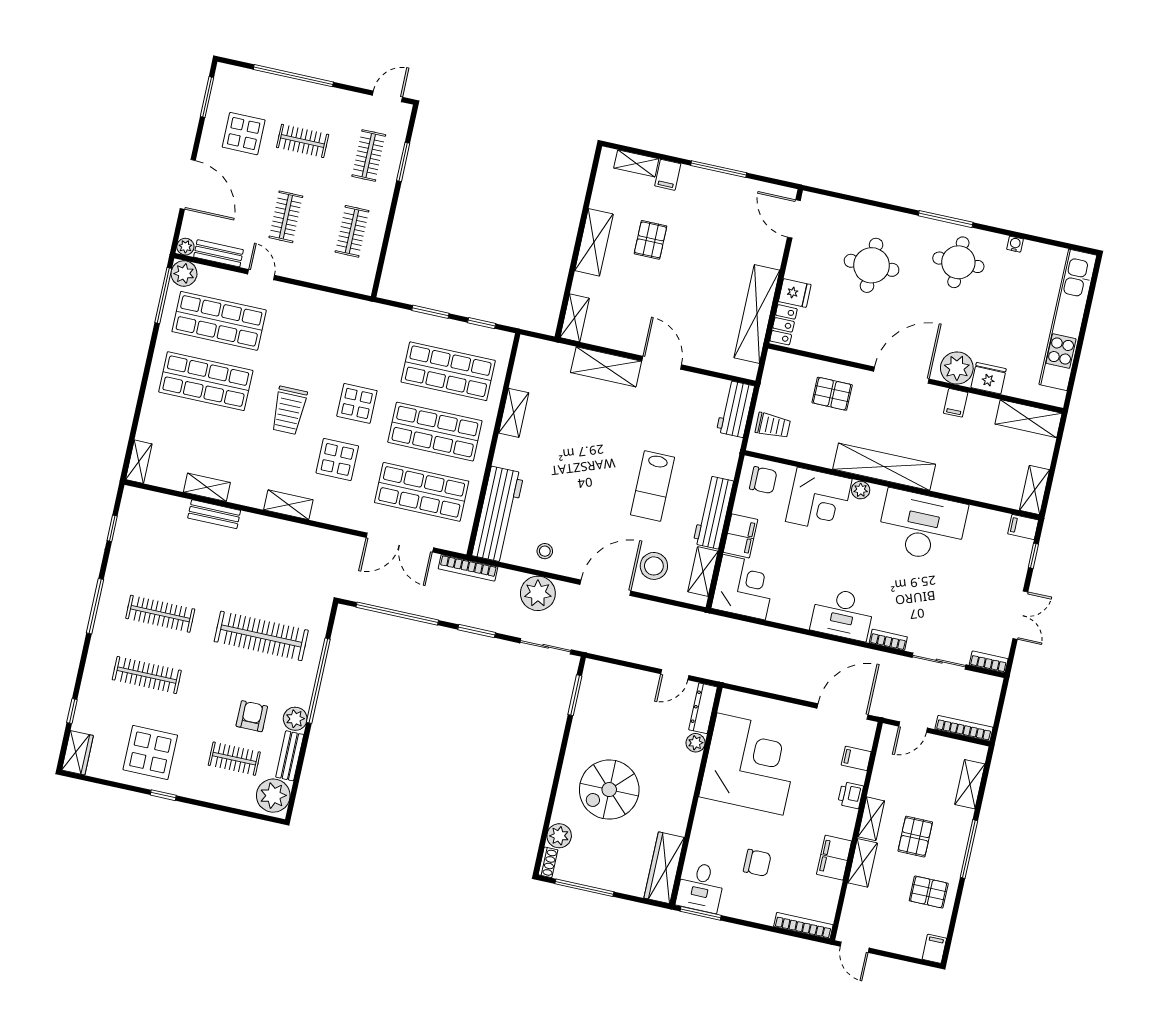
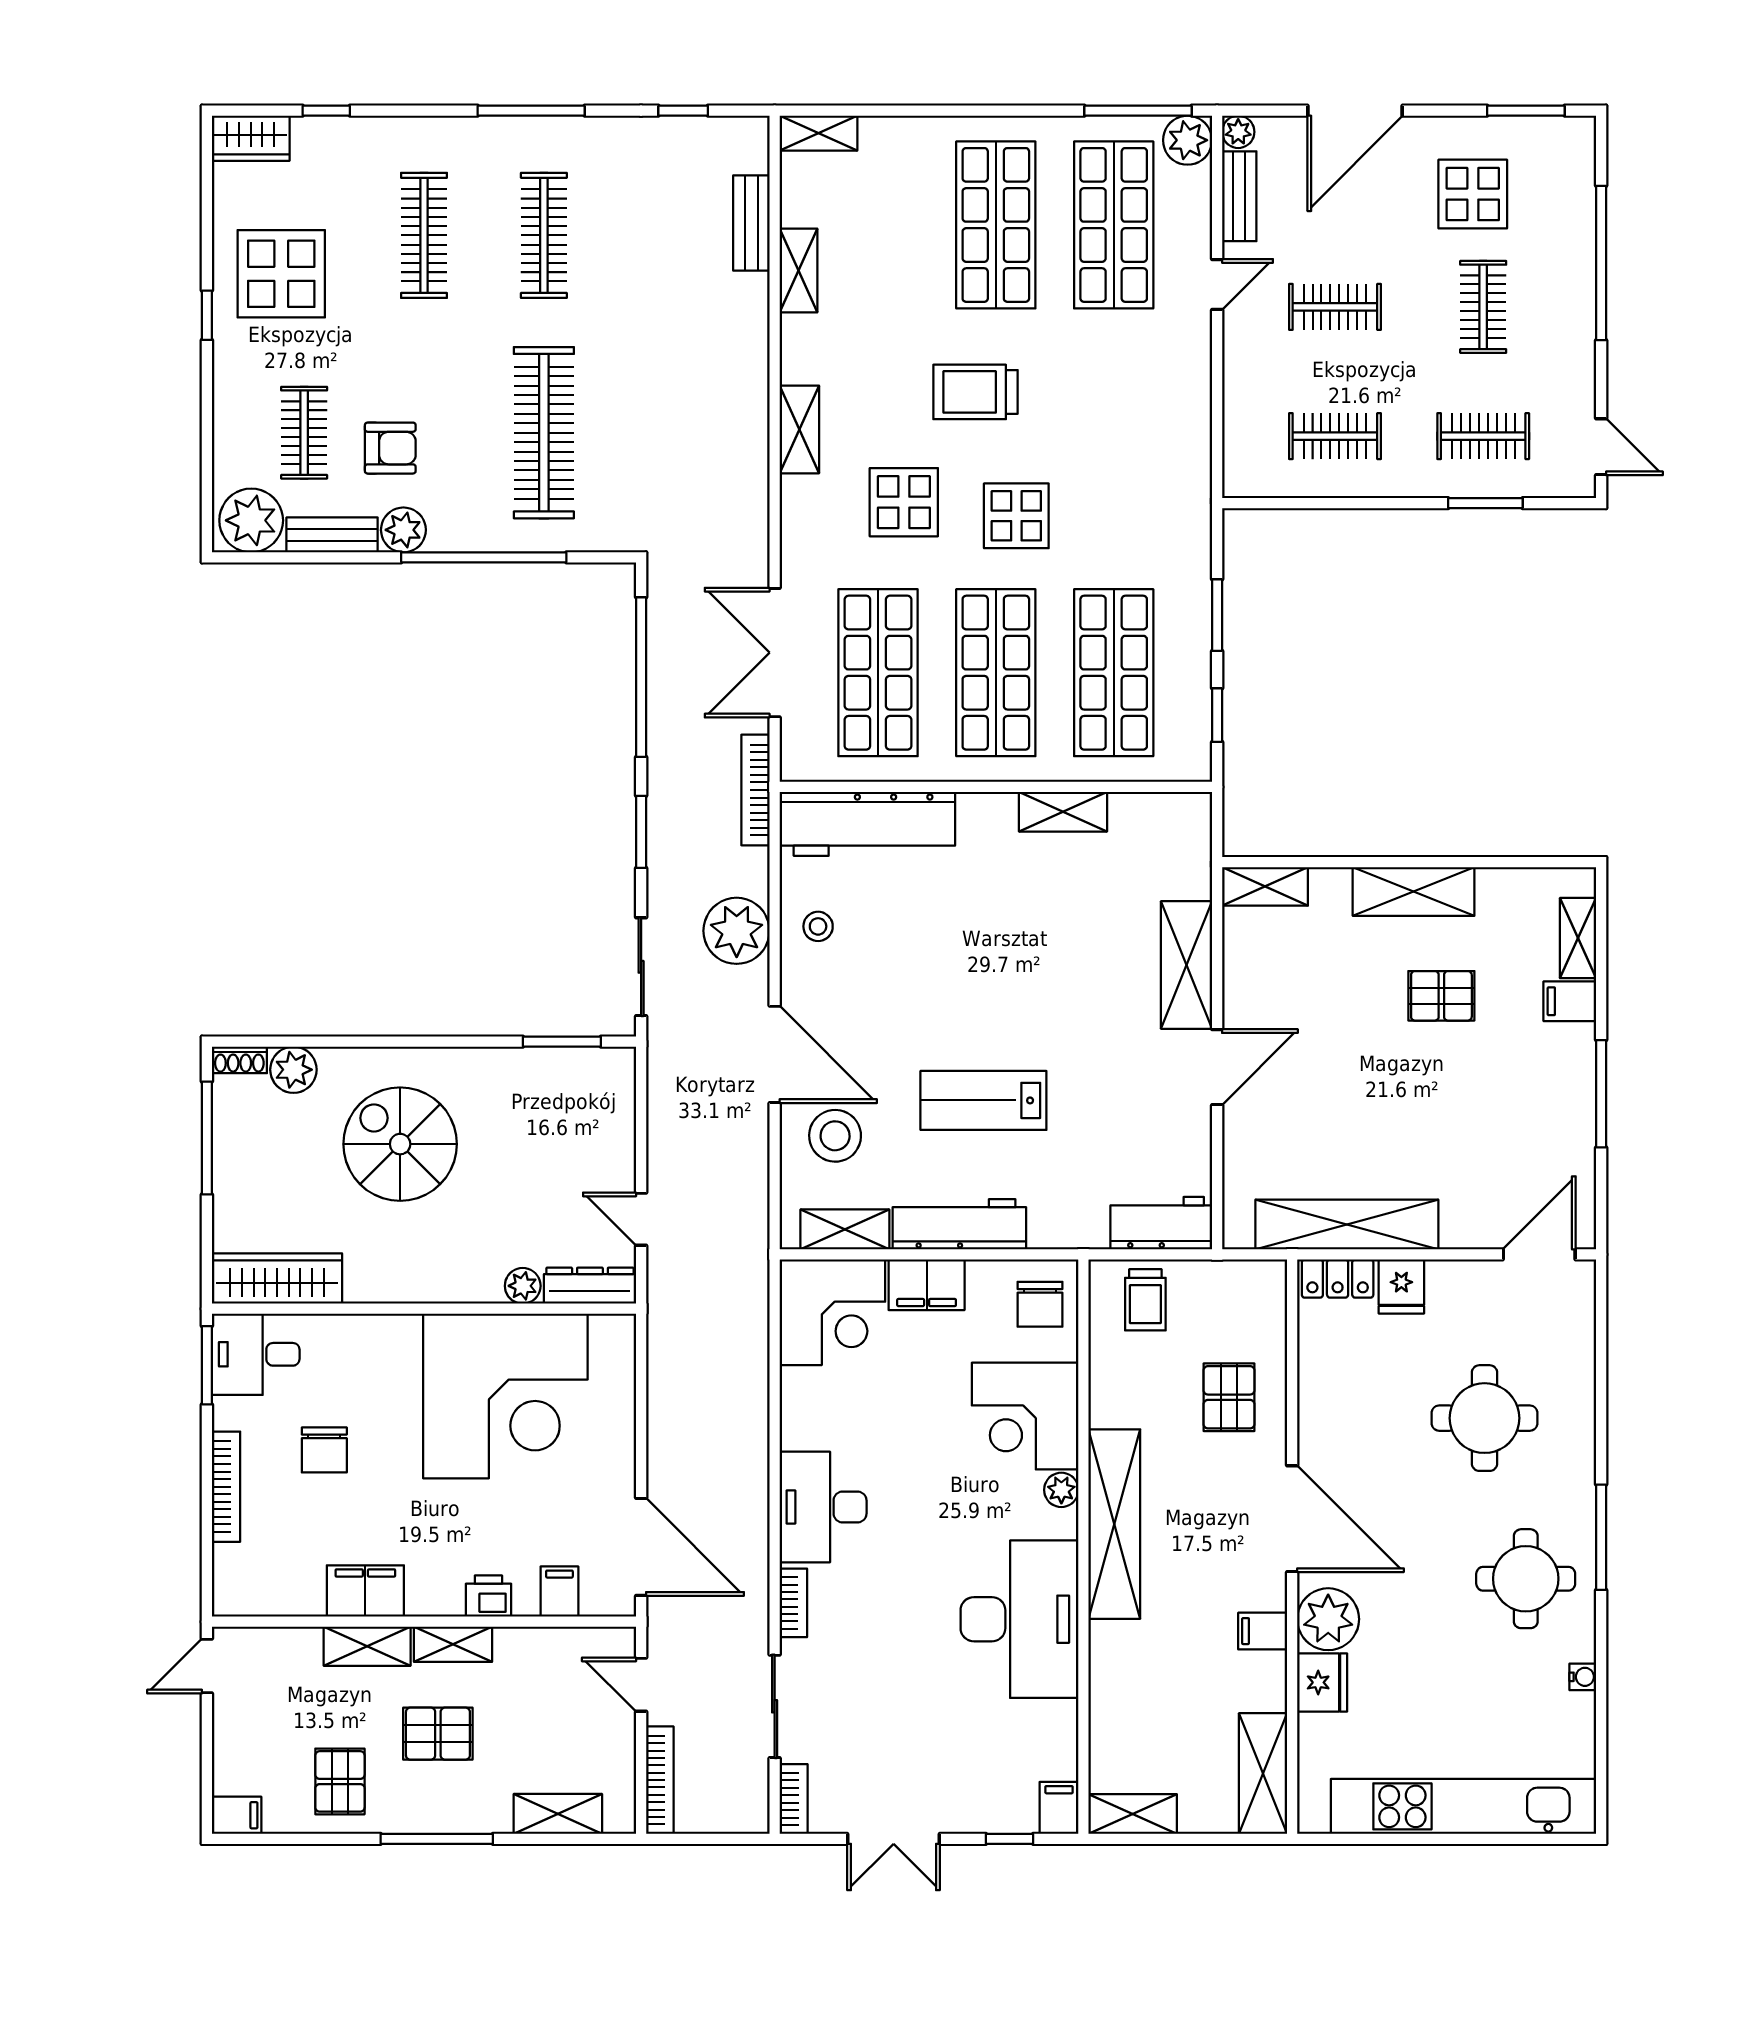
bench: (214, 514) -> (751, 223), moved
bookcase: (803, 926) -> (226, 1487), moved

